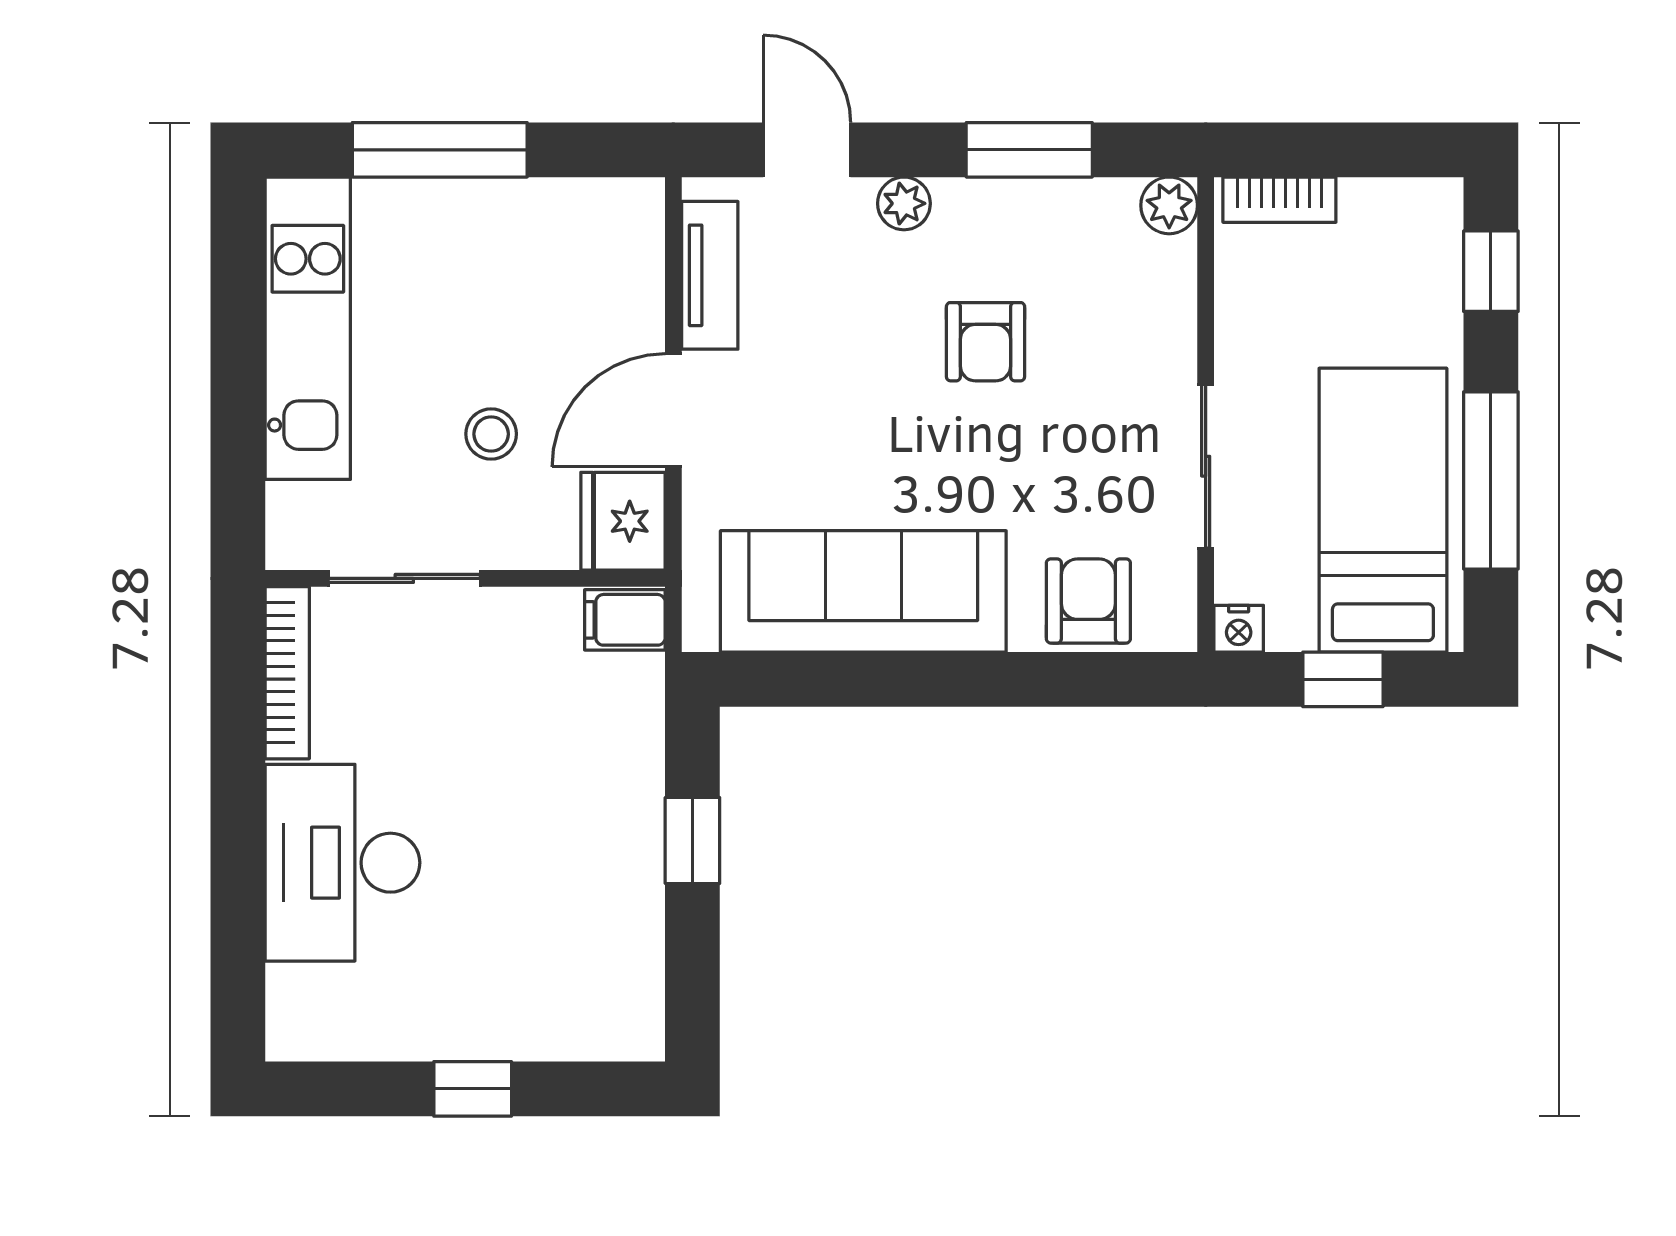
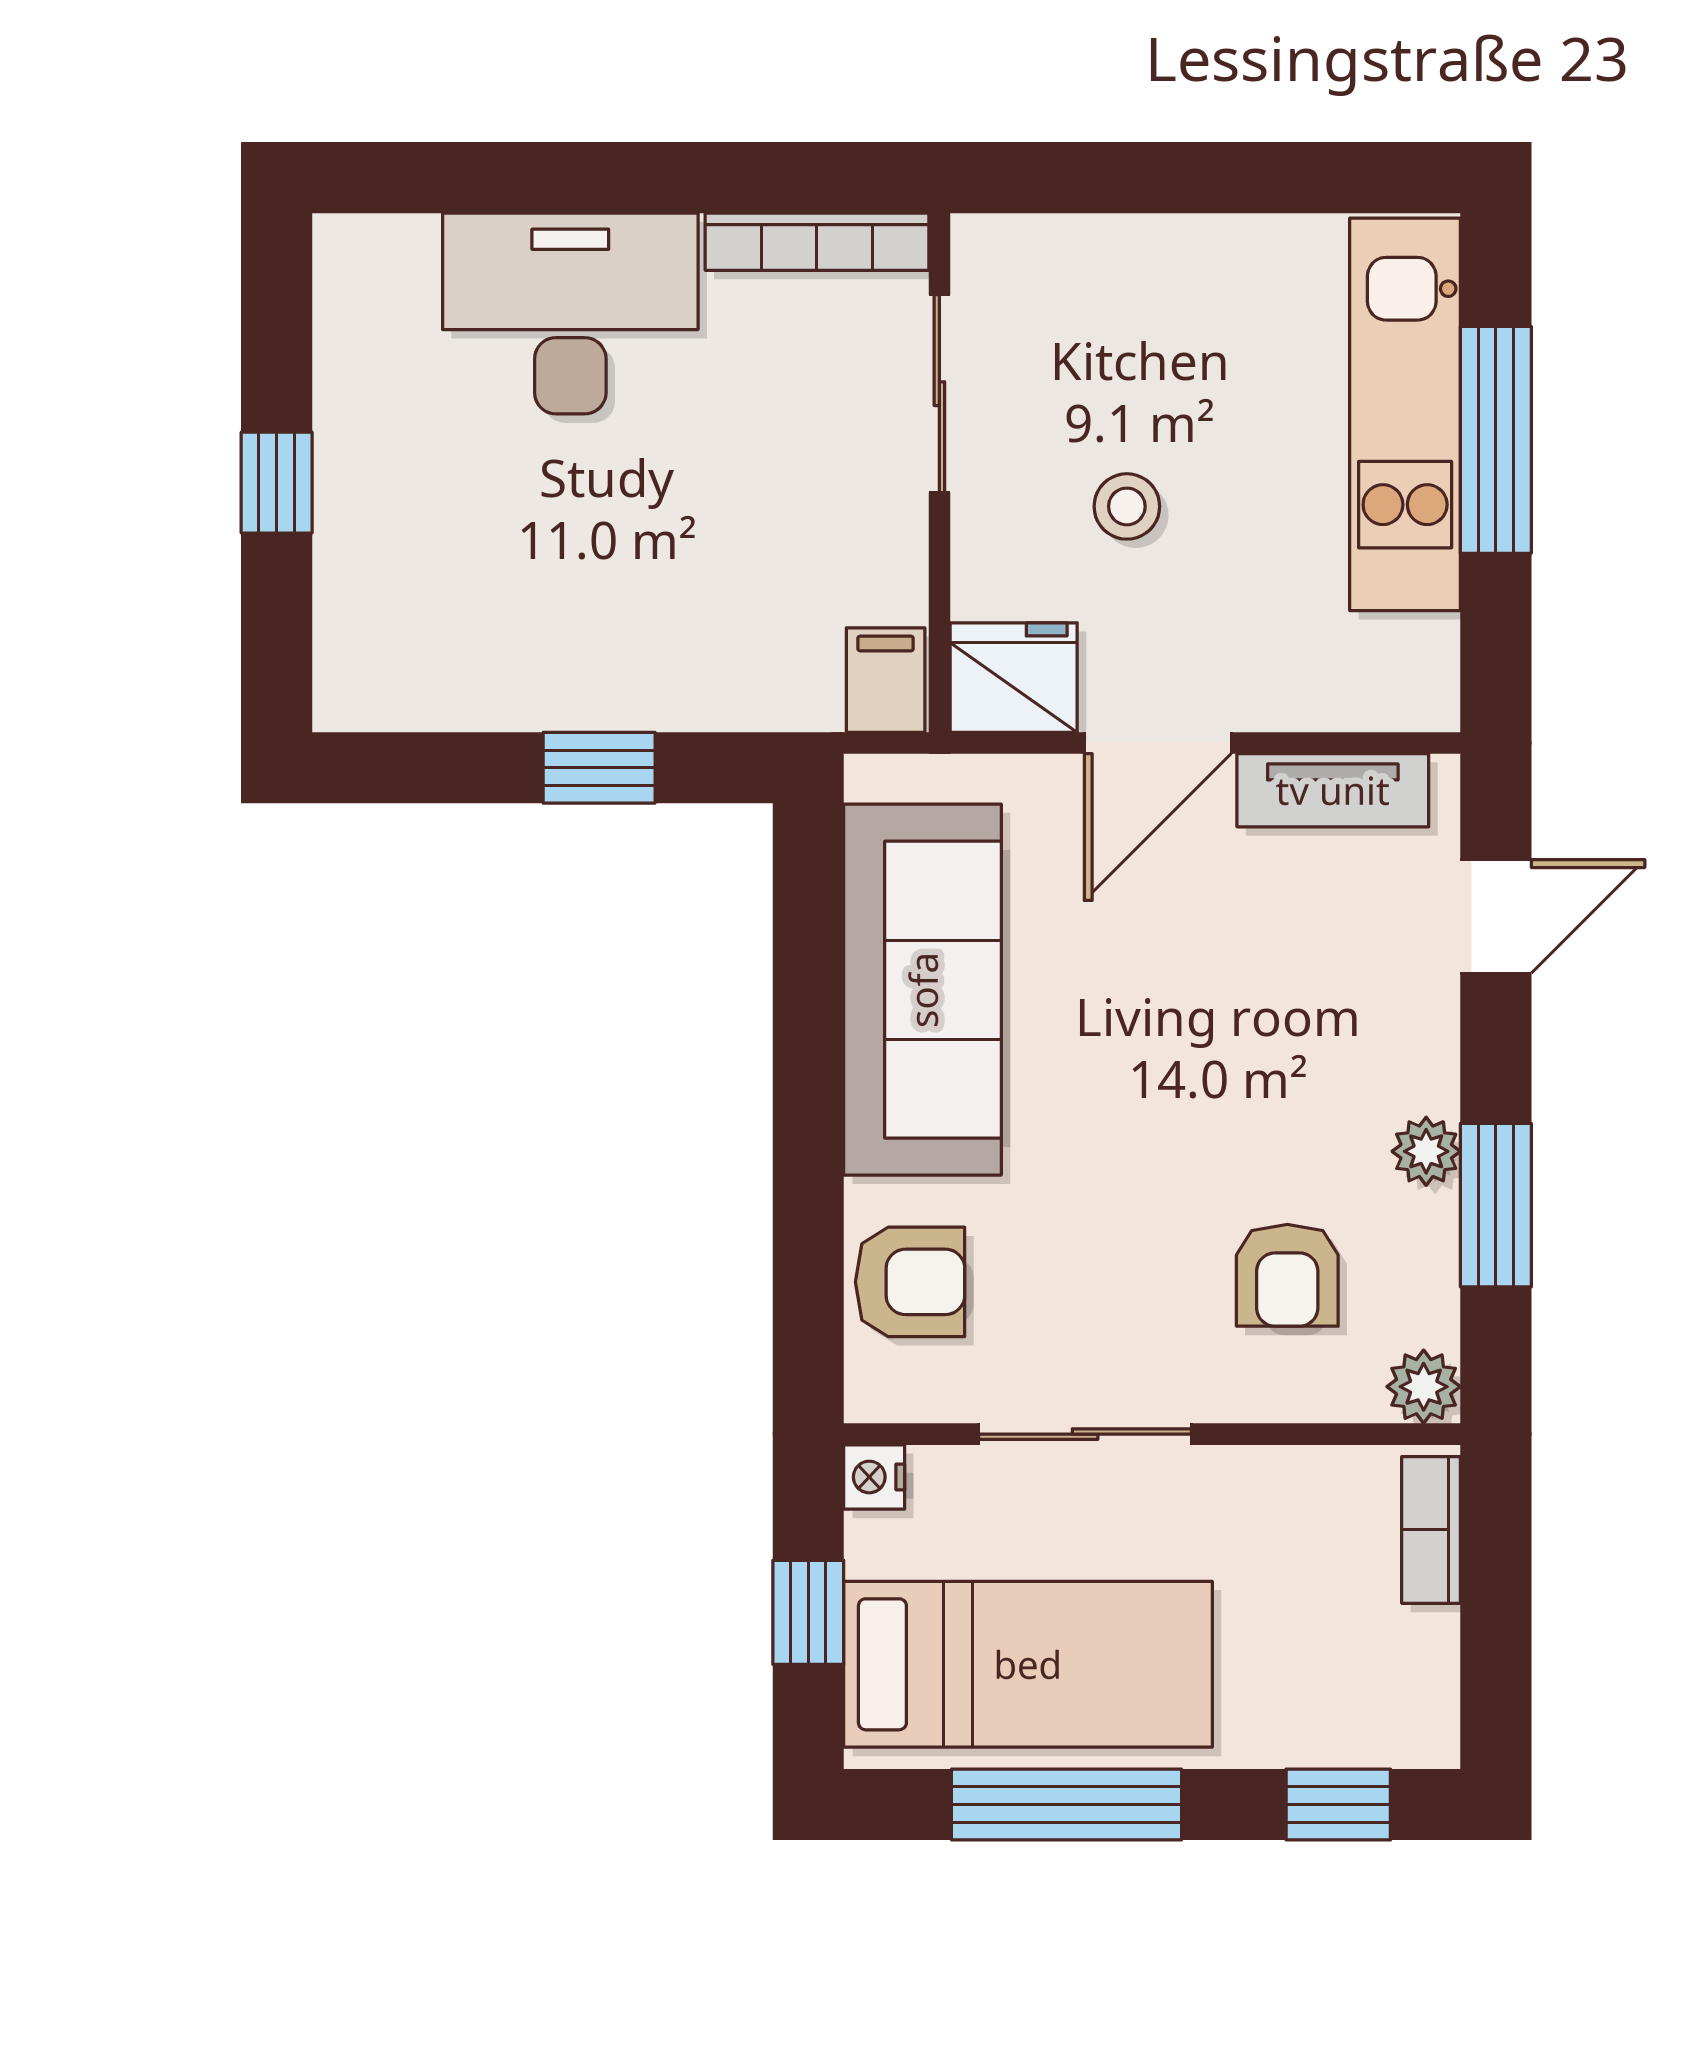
plant: (904, 203) -> (1426, 1151), moved
kitchen unit: (308, 328) -> (1405, 414), moved, turned 90
armchair: (986, 342) -> (1287, 1275), moved, turned -90
door: (673, 410) -> (1158, 743), swing flipped

